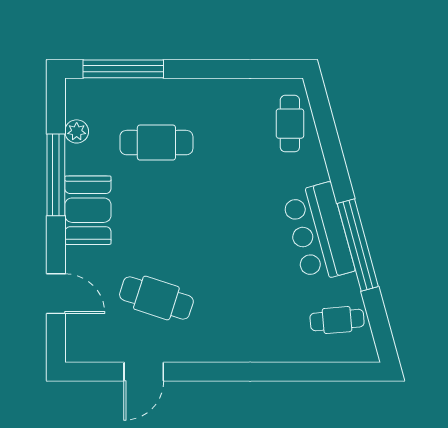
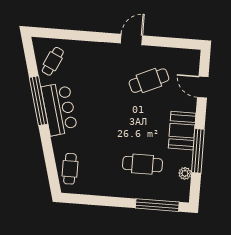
cafe table: (156, 298) -> (149, 81), turned -42
cafe table: (337, 320) -> (53, 61), turned -60
door: (144, 372) -> (132, 39), moved

